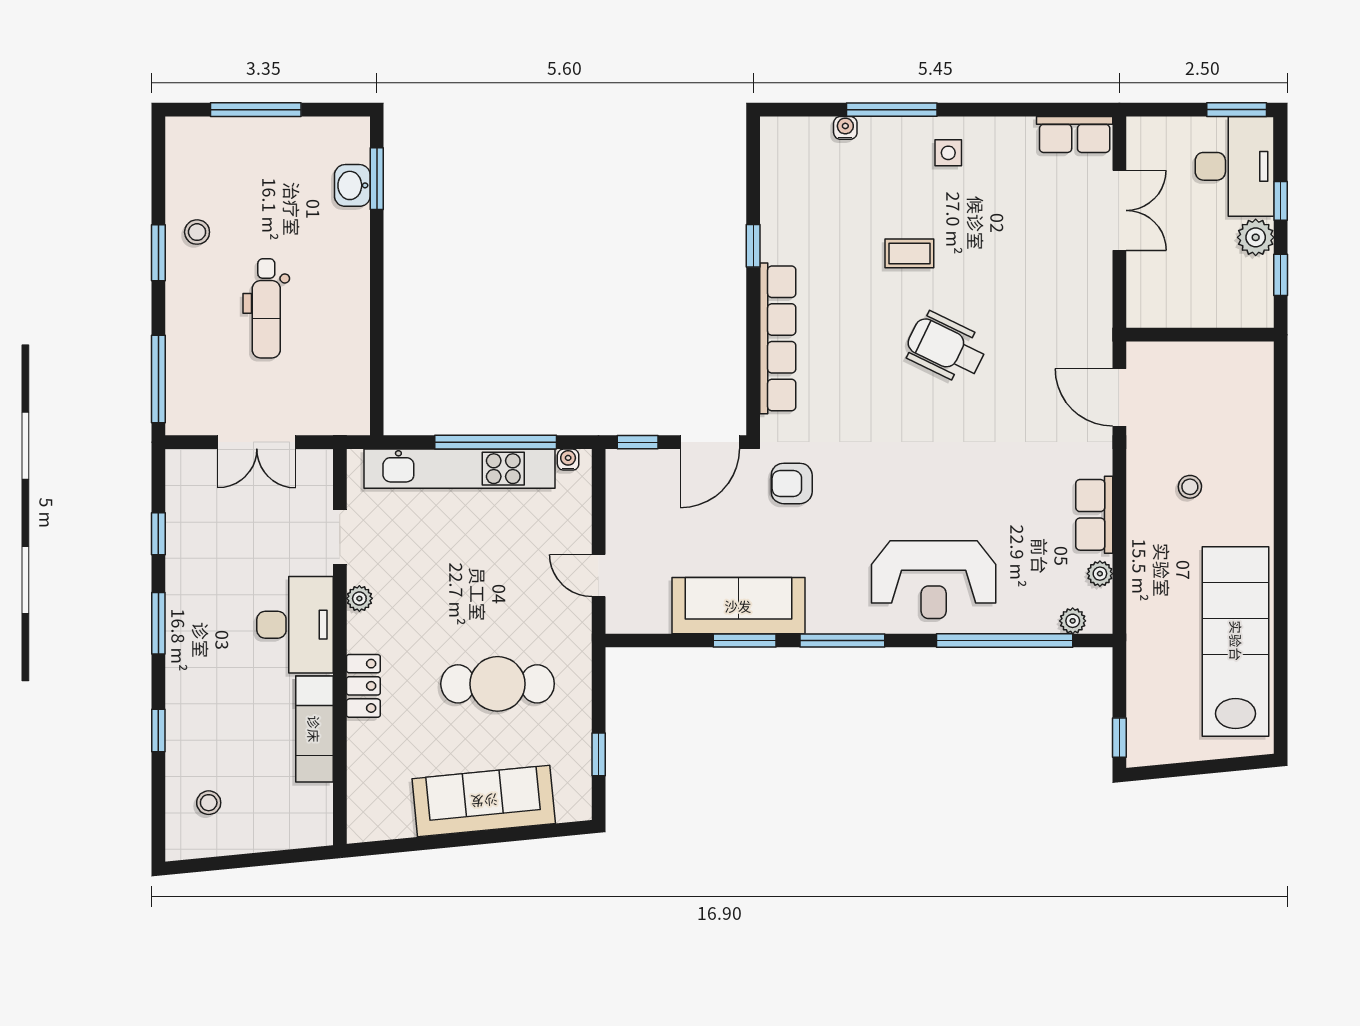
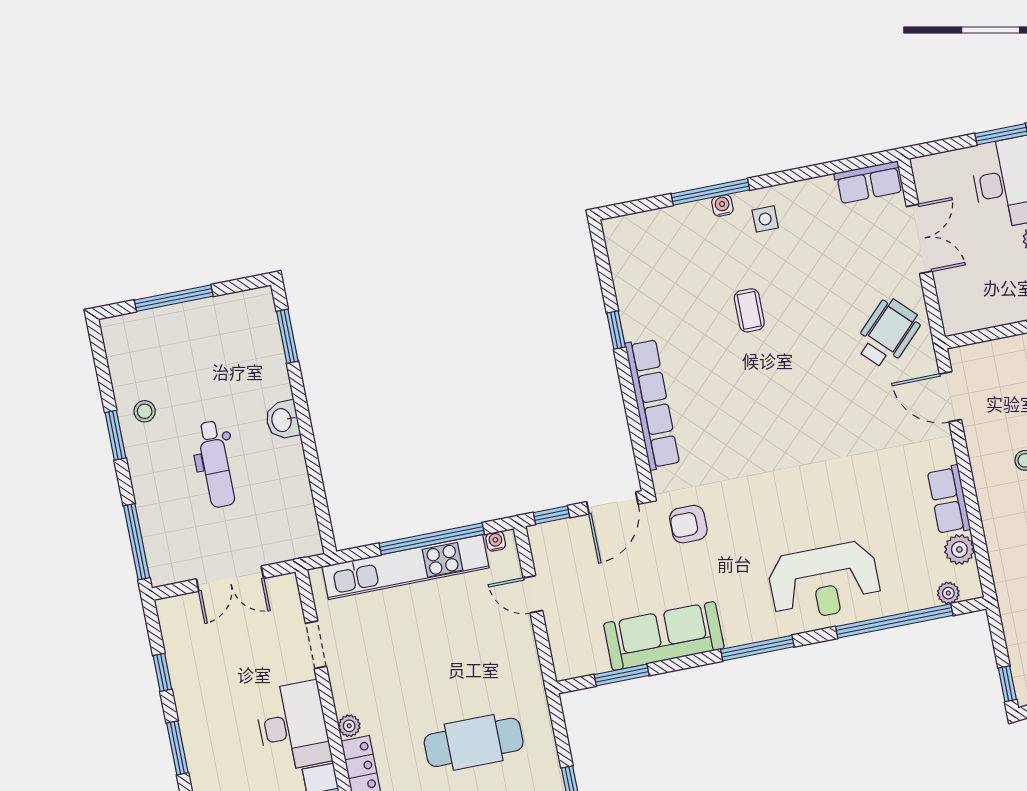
water cooler: (845, 128) -> (722, 206), moved
washbasin: (352, 185) -> (282, 420), moved
coffee table: (909, 253) -> (749, 310), turned 90
wheelchair: (946, 348) -> (888, 333), moved, turned 109
plant: (1100, 574) -> (959, 549), width x1.38, depth x1.38
door: (599, 576) -> (533, 594), moved
plant: (359, 598) -> (349, 726), moved
window: (745, 640) -> (622, 675), moved

